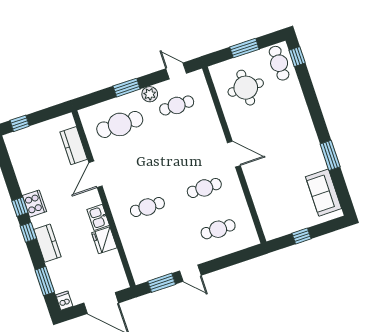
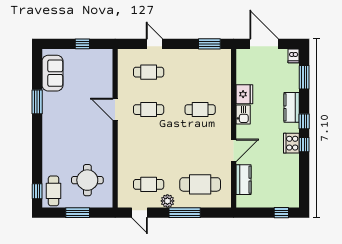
window: (127, 88) -> (185, 213), width x1.44
door: (234, 154) -> (115, 109), moved
door: (190, 273) -> (154, 44), moved

